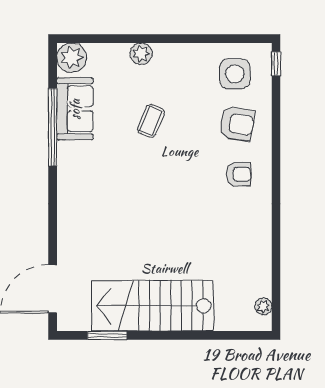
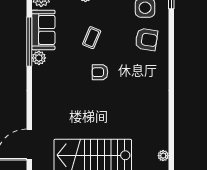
plant: (68, 153) -> (39, 58), added
armchair: (239, 174) -> (100, 72), moved, turned 180

